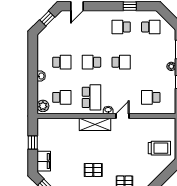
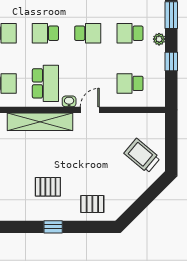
school desk: (151, 62) -> (130, 33), added
shelving: (95, 124) -> (40, 122), width x1.47
trolley: (159, 148) -> (142, 156), turned -140

